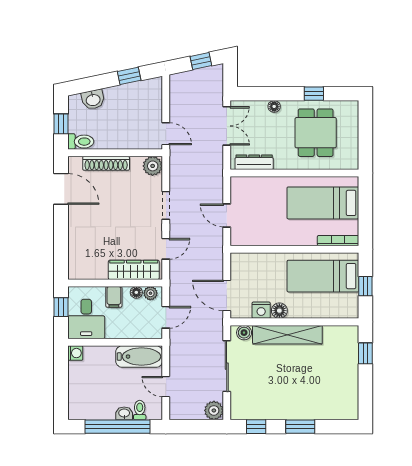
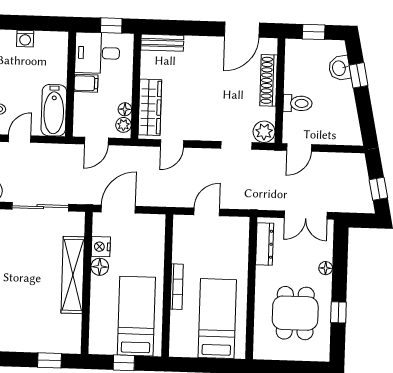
window: (129, 76) -> (358, 75), moved
dining table: (316, 133) -> (295, 313), turned 90
toilet: (81, 142) -> (298, 103), moved, turned -90
doorway: (166, 205) -> (236, 145), moved
bookcase: (338, 241) -> (177, 287), moved
door: (166, 249) -> (172, 143), hinge flipped
bench: (75, 260) -> (162, 43), added
filing cabinet: (114, 297) -> (86, 83), moved, turned 180
door: (166, 317) -> (96, 141), hinge flipped
boiler: (244, 333) -> (77, 227), removed
washing machine: (75, 353) -> (25, 39), moved

